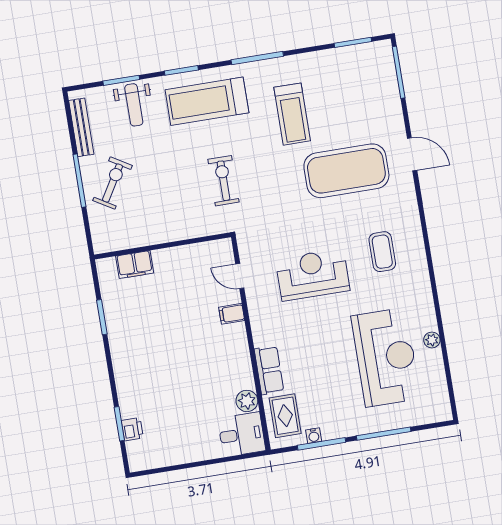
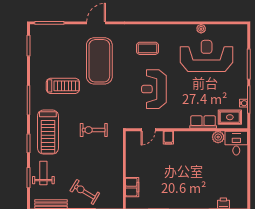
weight bench: (134, 105) -> (43, 173), turned -90

